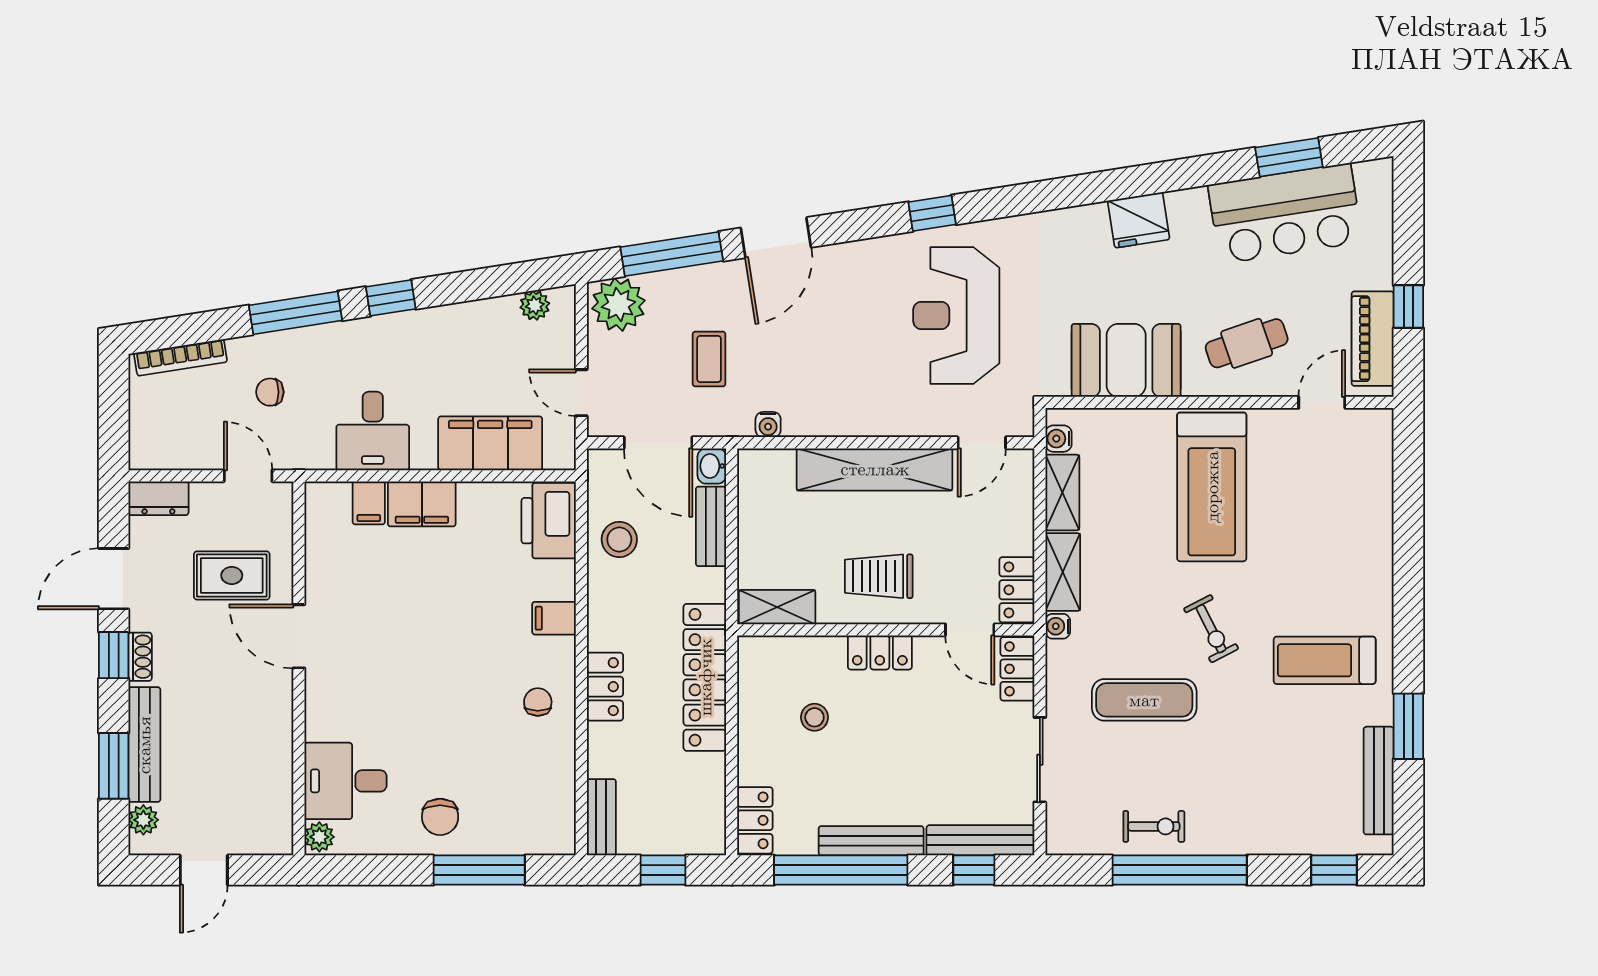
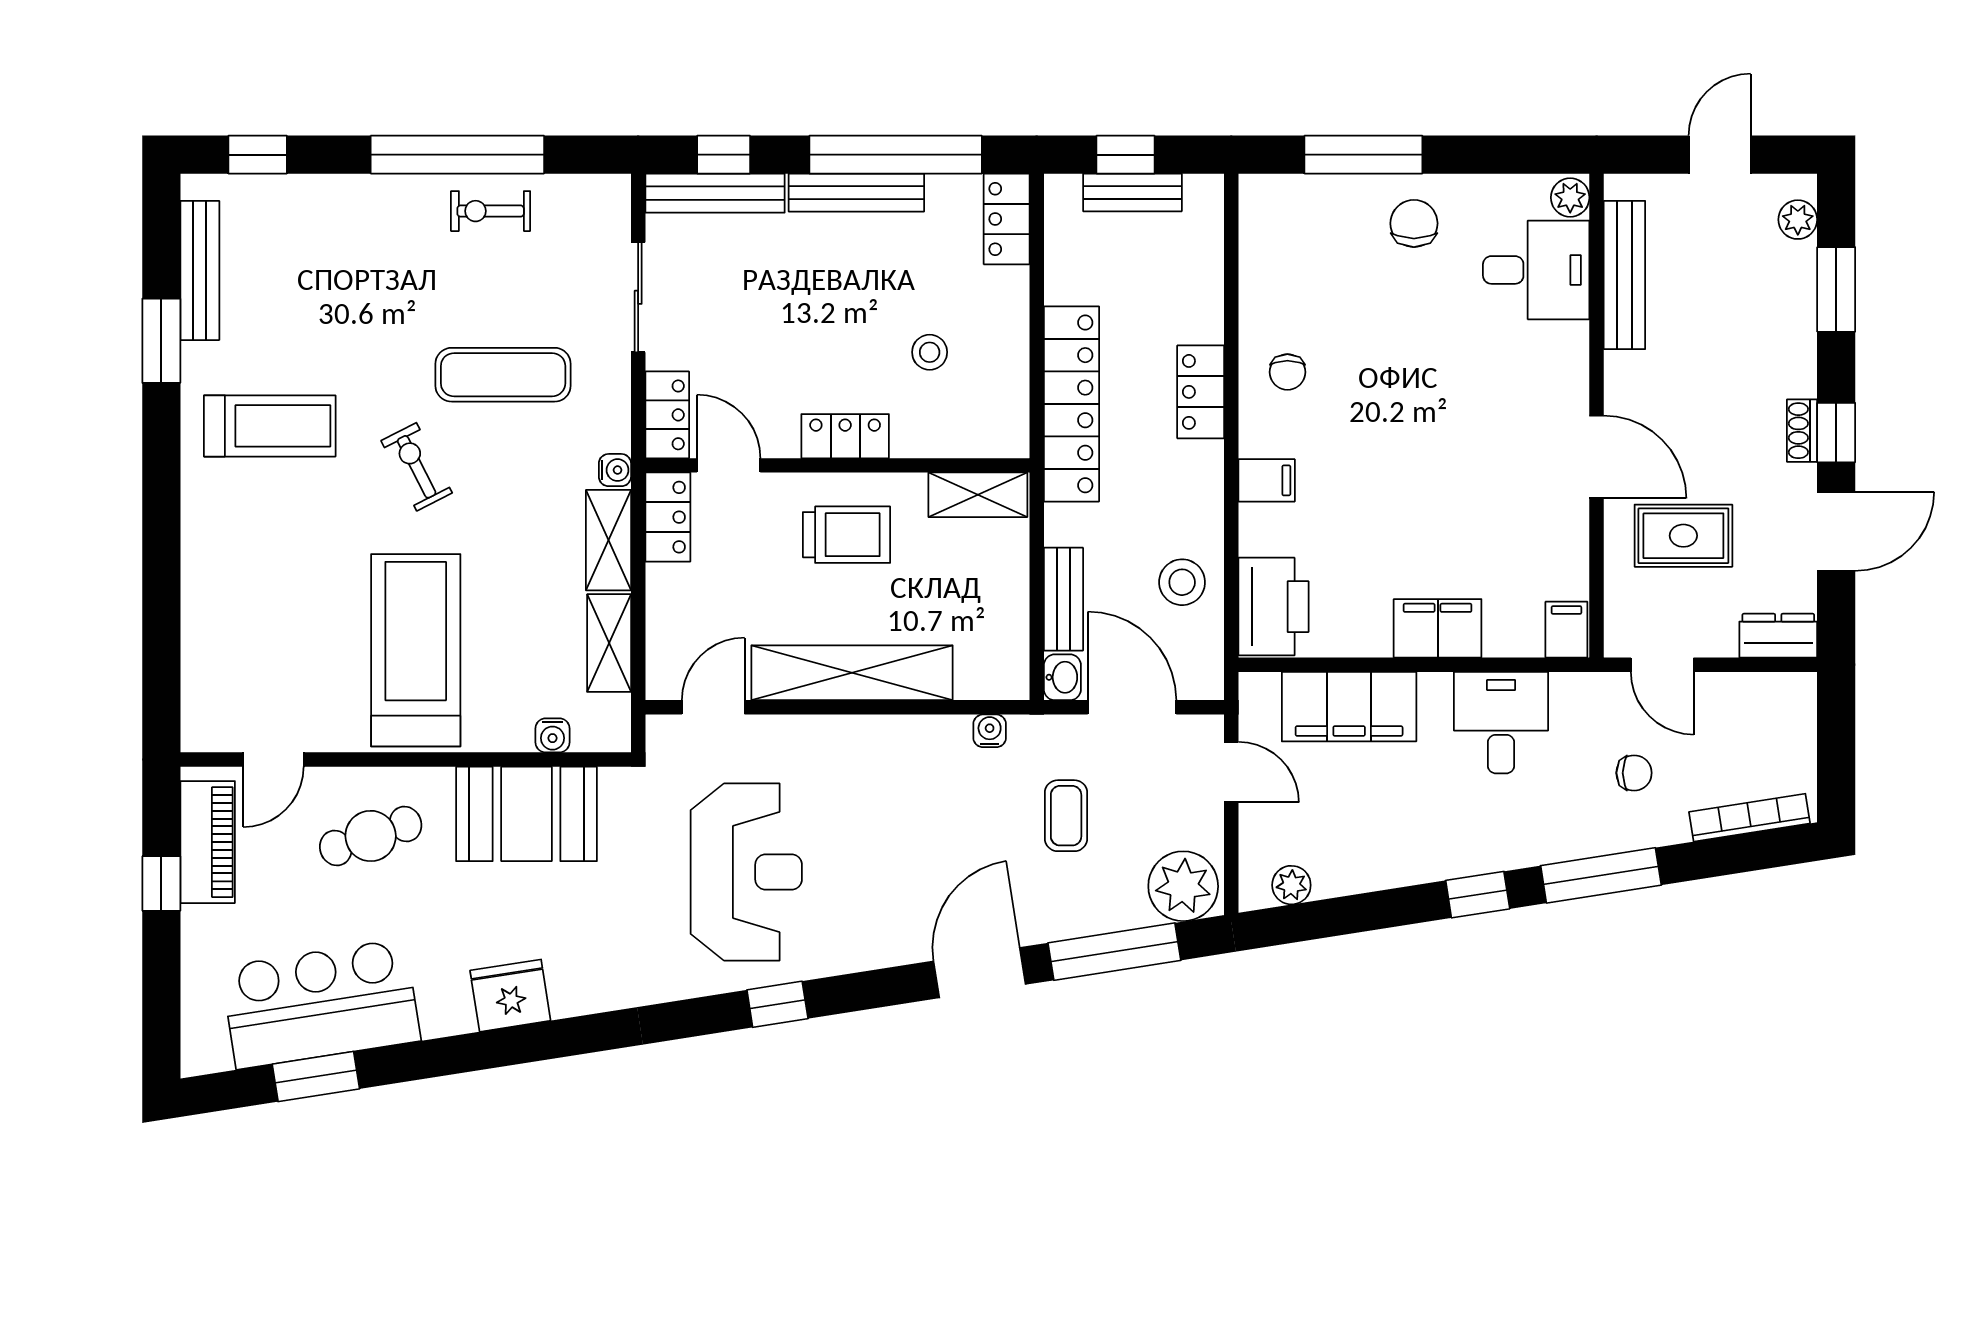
water cooler: (1058, 439) -> (552, 735), moved, turned 90
filing cabinet: (369, 503) -> (1566, 630), moved
bench: (144, 745) -> (1624, 275), moved
bench: (601, 817) -> (1132, 192), moved, turned 90

